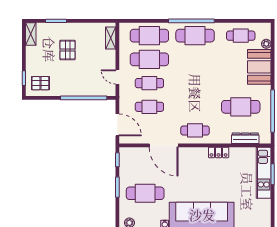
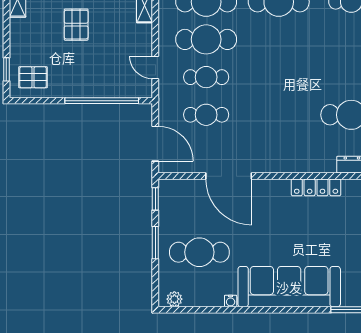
cafe table: (195, 130) -> (279, 152), removed
locker: (219, 152) -> (316, 187), width x1.53

